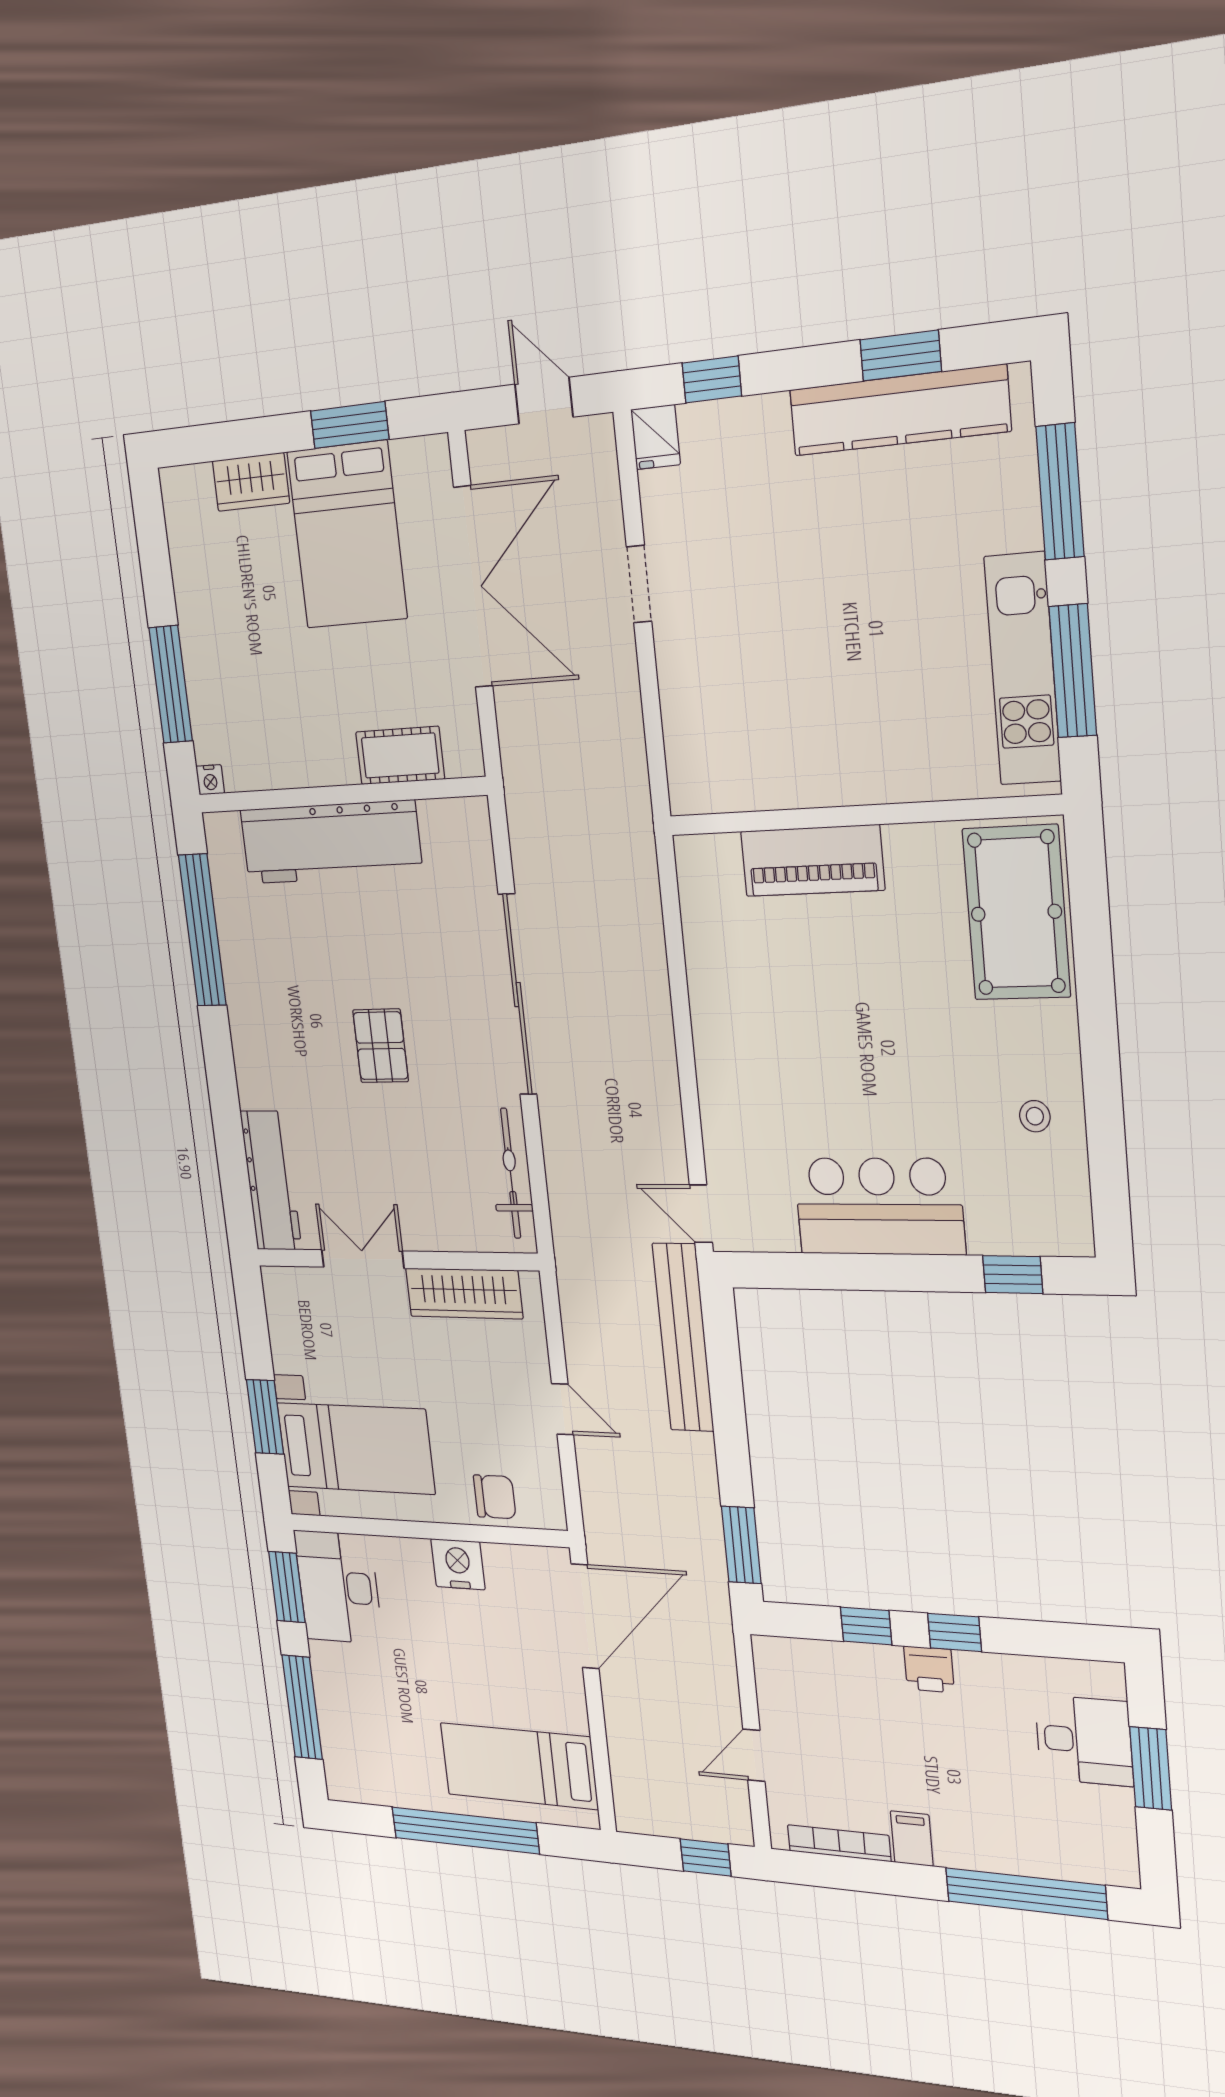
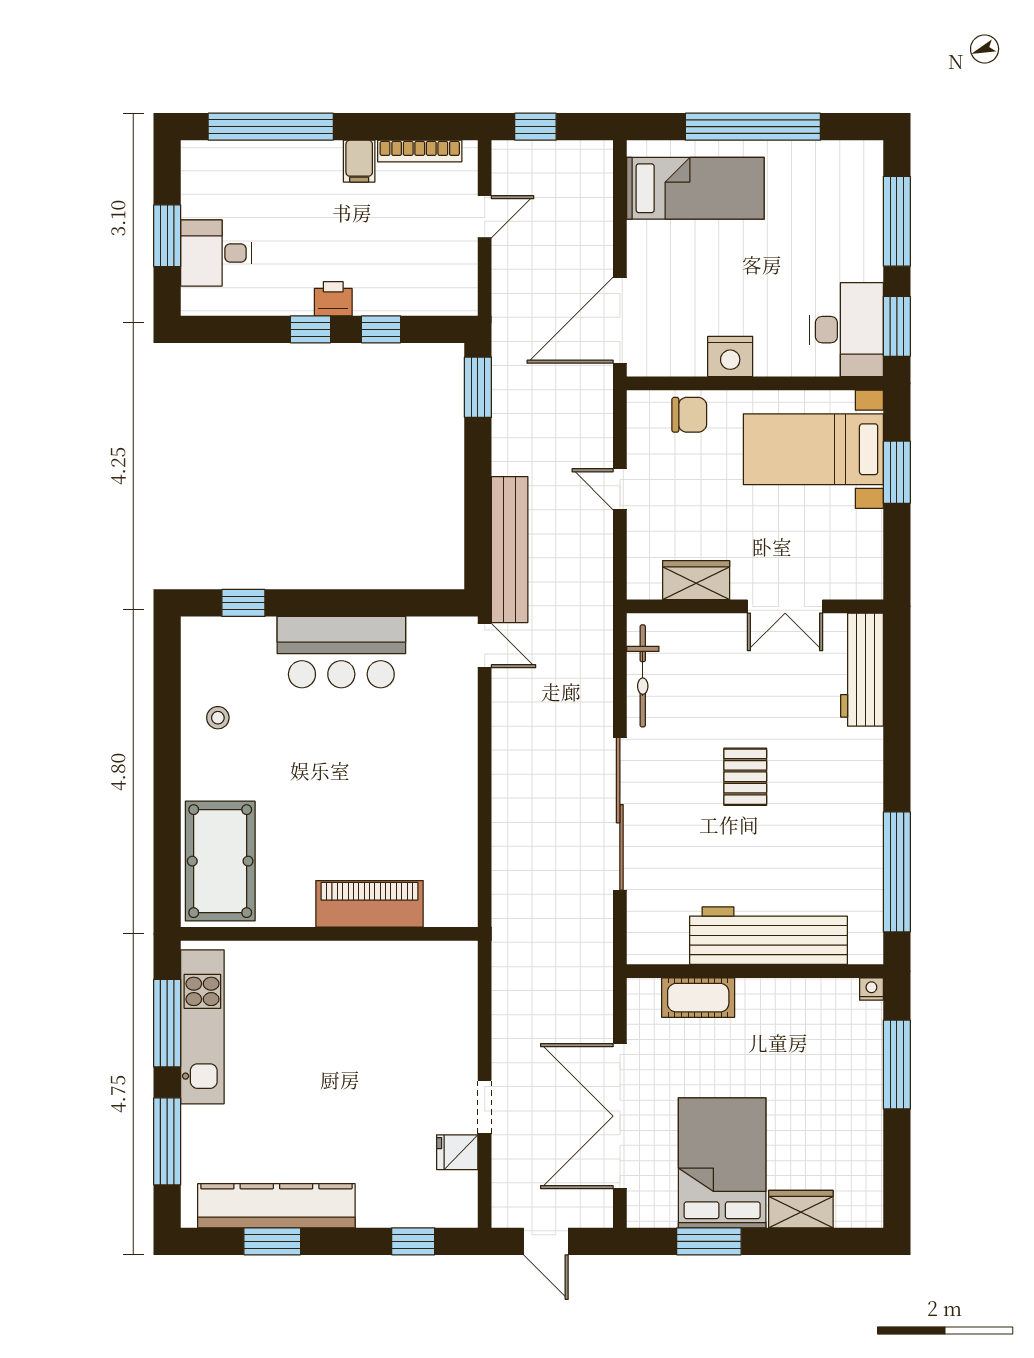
fridge: (655, 437) -> (457, 1152), moved, turned -90
wardrobe: (464, 1293) -> (696, 580), width x0.67
chair: (495, 1497) -> (689, 415), turned 180

